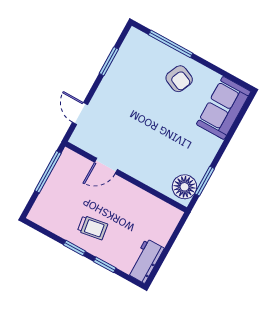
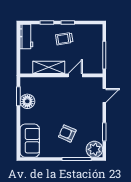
plant: (137, 44) -> (94, 149), added
armchair: (179, 79) -> (67, 133), moved
door: (80, 114) -> (104, 96), hinge flipped
floor lamp: (184, 187) -> (27, 101), moved
shelving: (138, 198) -> (49, 67), added

